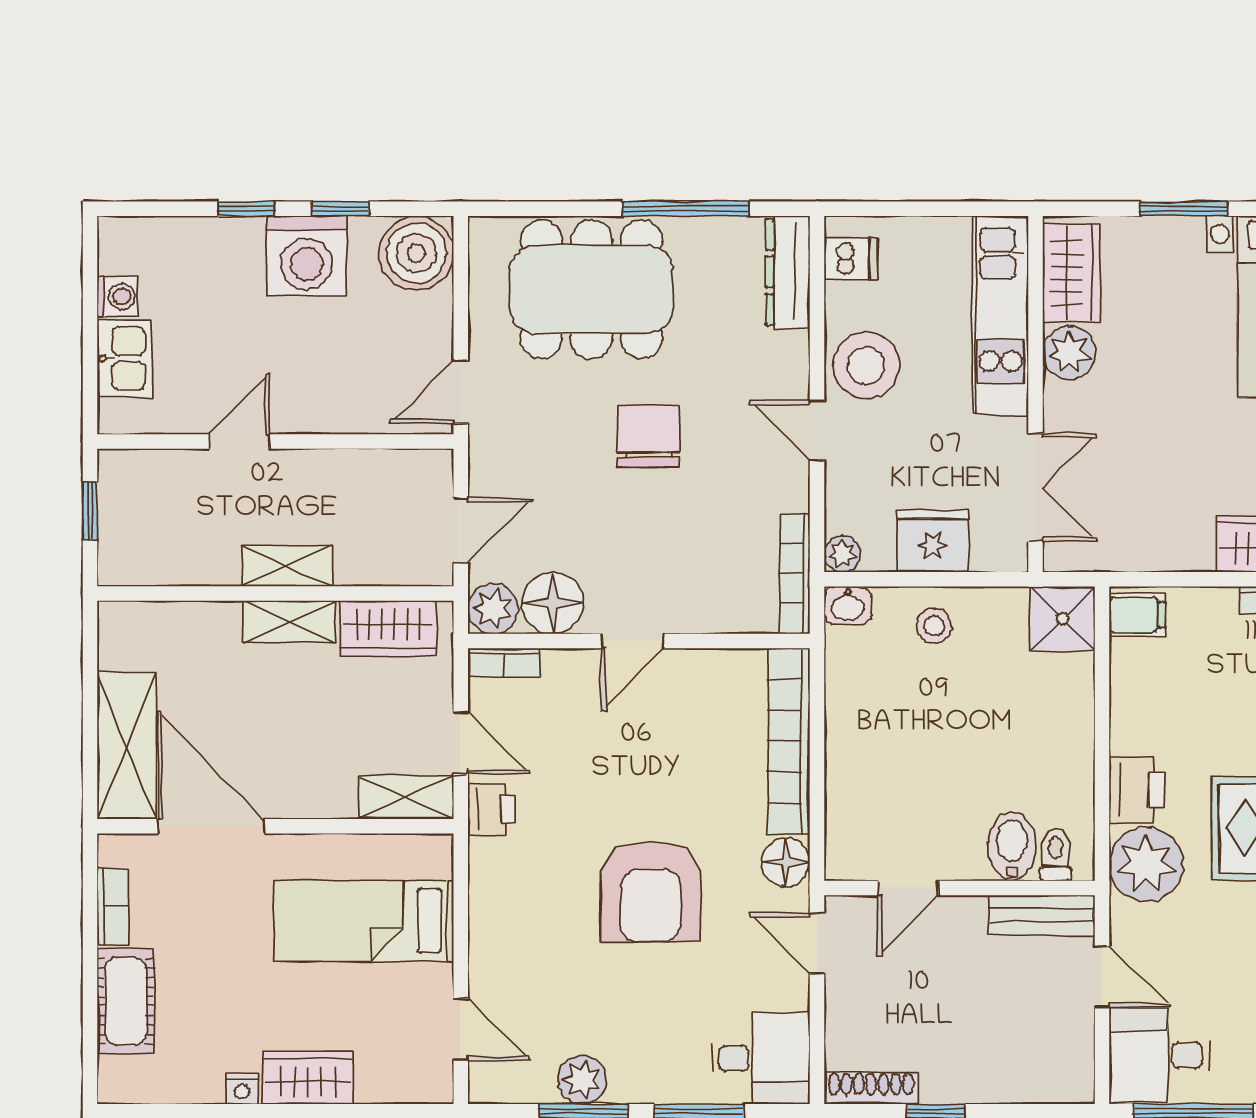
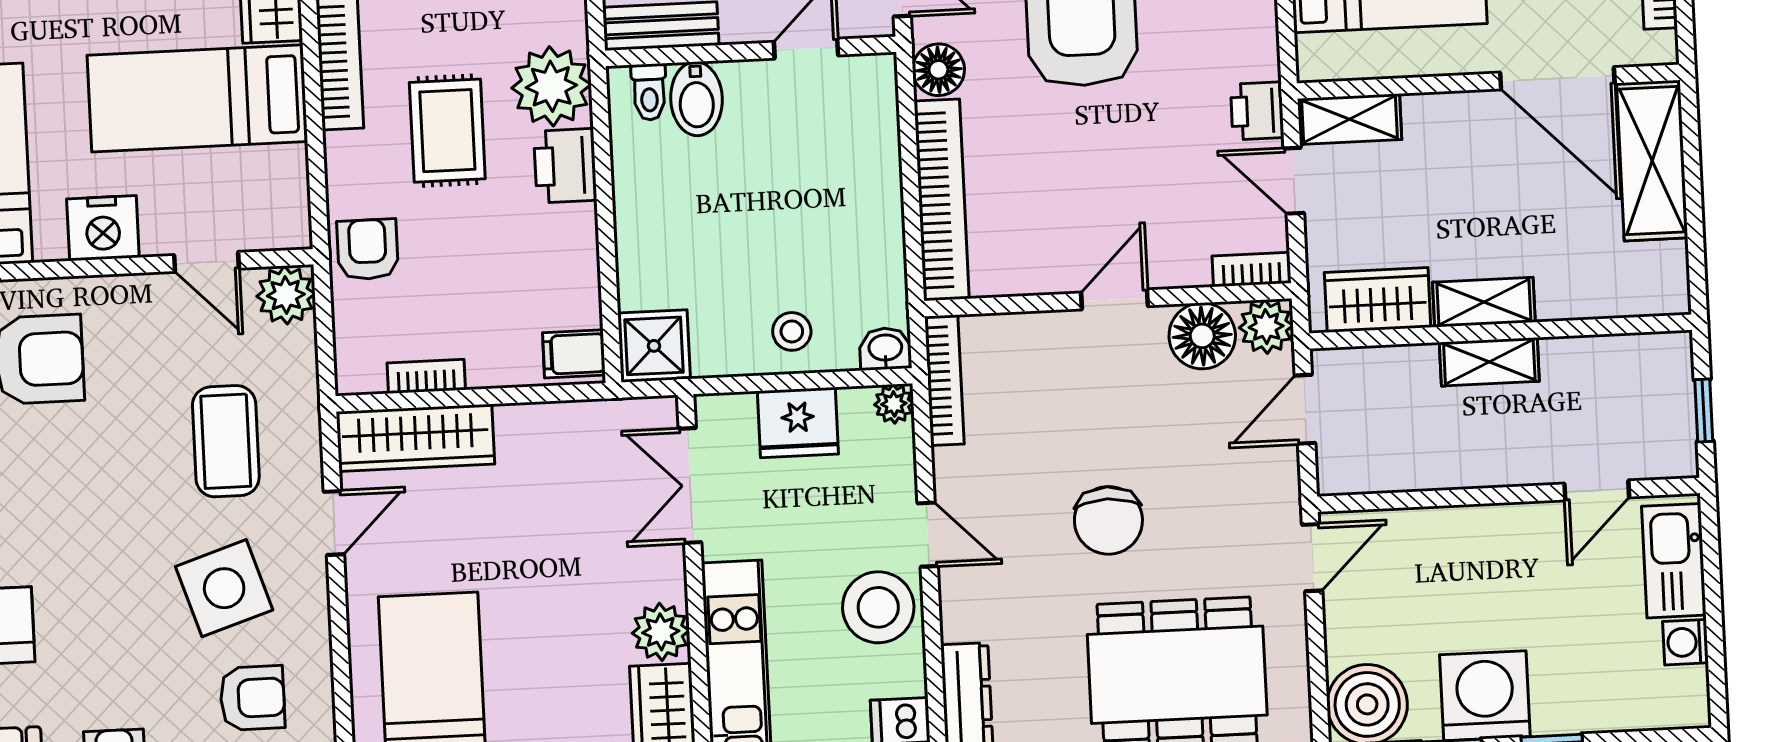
kitchen sink: (125, 358) -> (1674, 561), width x1.38
door: (239, 441) -> (1597, 490), moved

